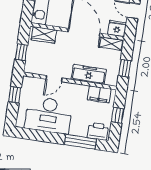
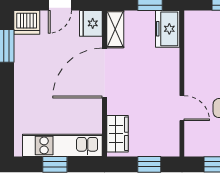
freezer: (89, 74) -> (168, 29), moved, width x0.71
filing cabinet: (99, 94) -> (195, 36), removed

